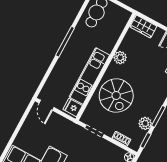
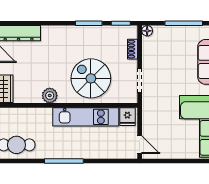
spiral stairs: (116, 95) -> (91, 78), turned -90
door: (46, 105) -> (140, 145), hinge flipped
plant: (145, 123) -> (103, 33), removed

